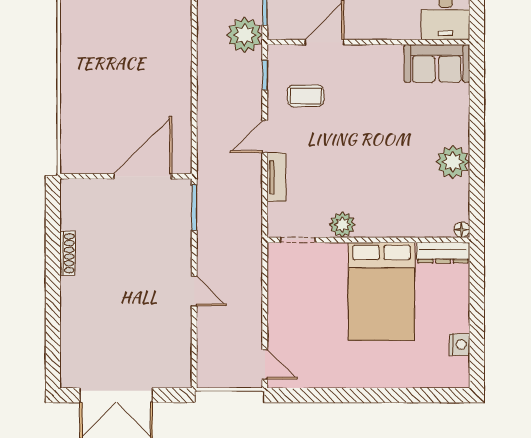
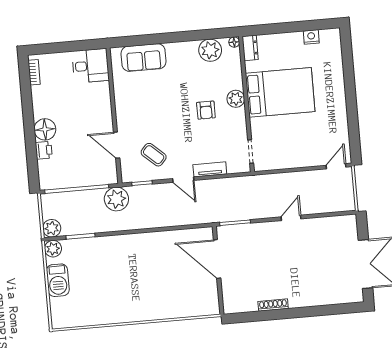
sofa: (437, 63) -> (144, 58), moved, turned 90
coffee table: (306, 96) -> (154, 155), turned -48
plant: (453, 162) -> (210, 50), moved
armchair: (365, 179) -> (206, 110), added
plant: (342, 225) -> (236, 99), moved
dresser: (443, 253) -> (250, 48), width x0.70

